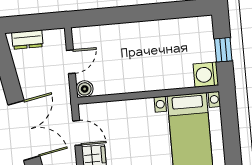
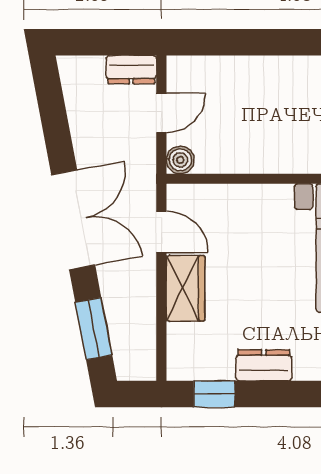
dresser: (27, 40) -> (131, 70), moved

